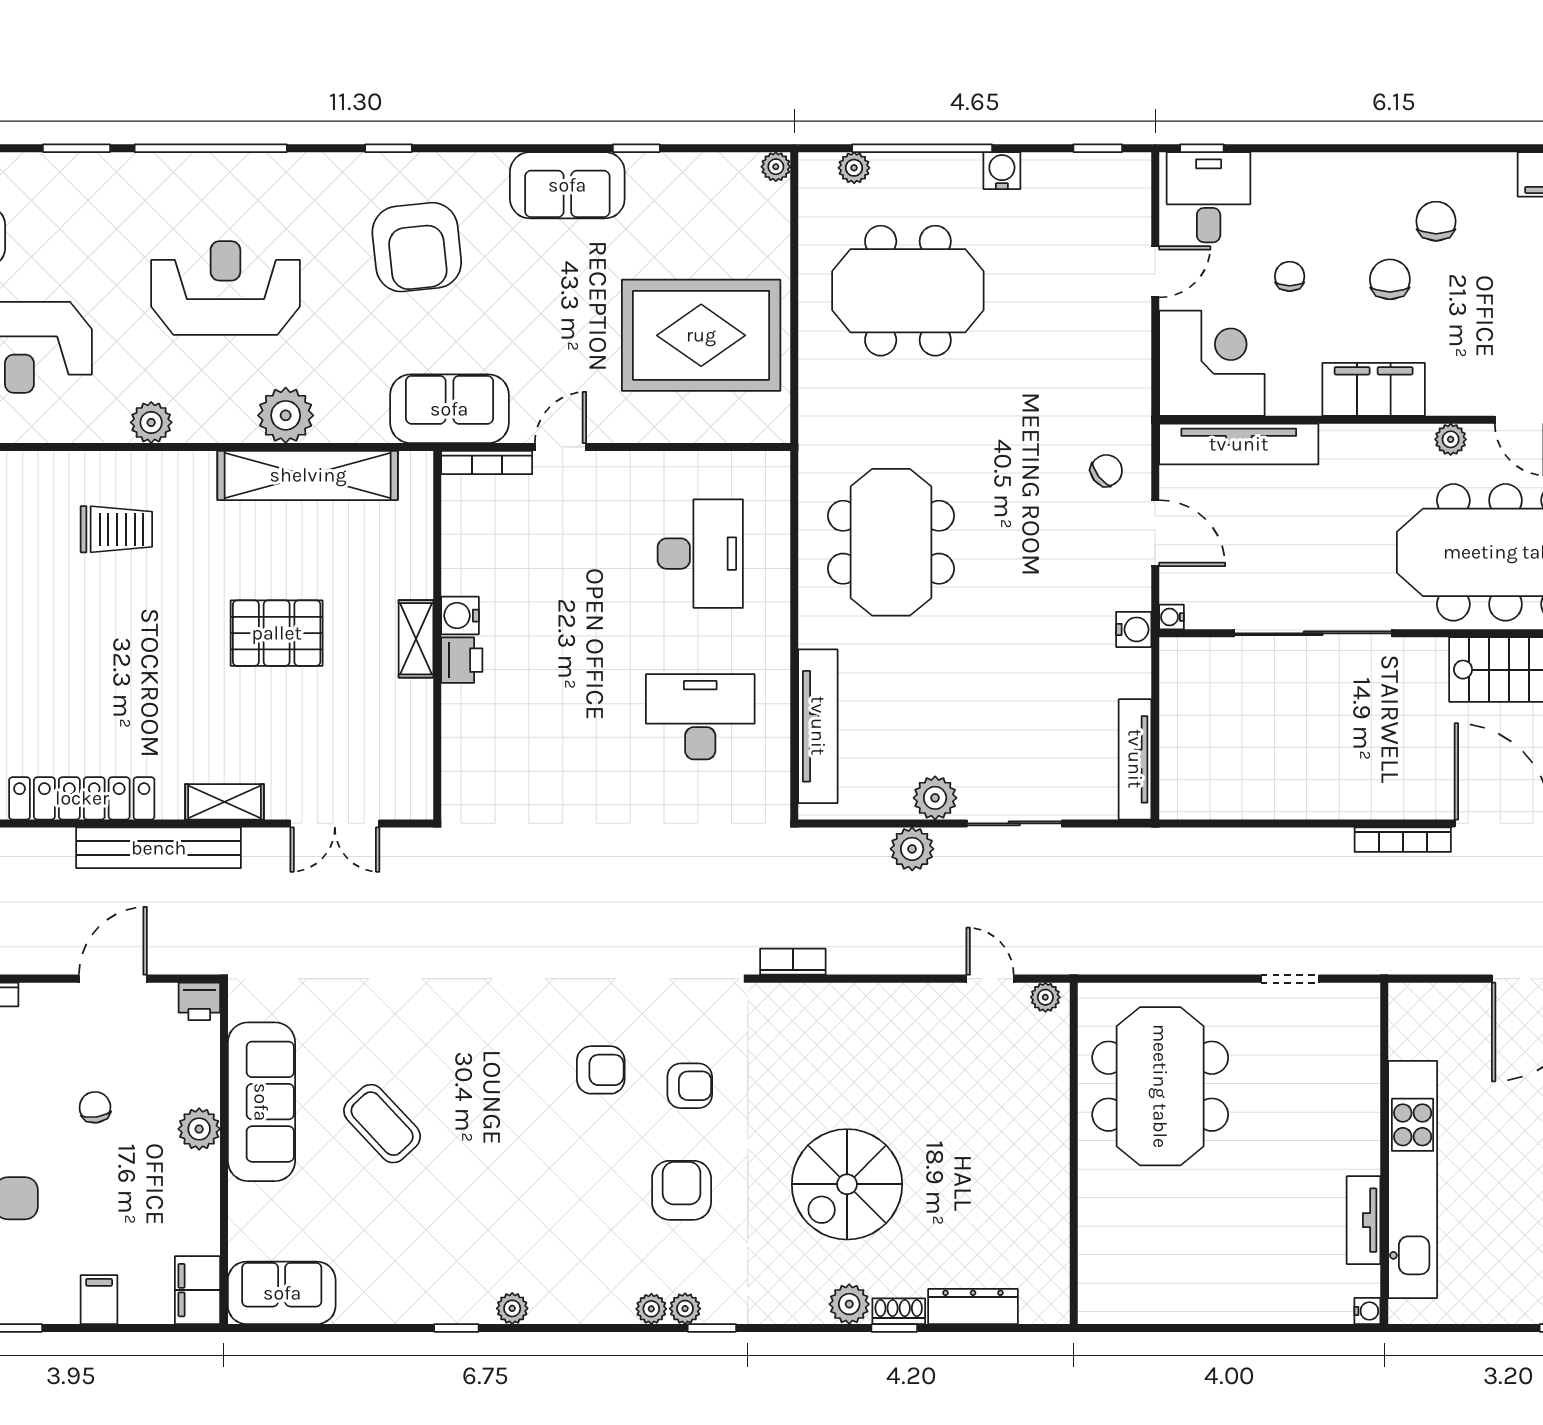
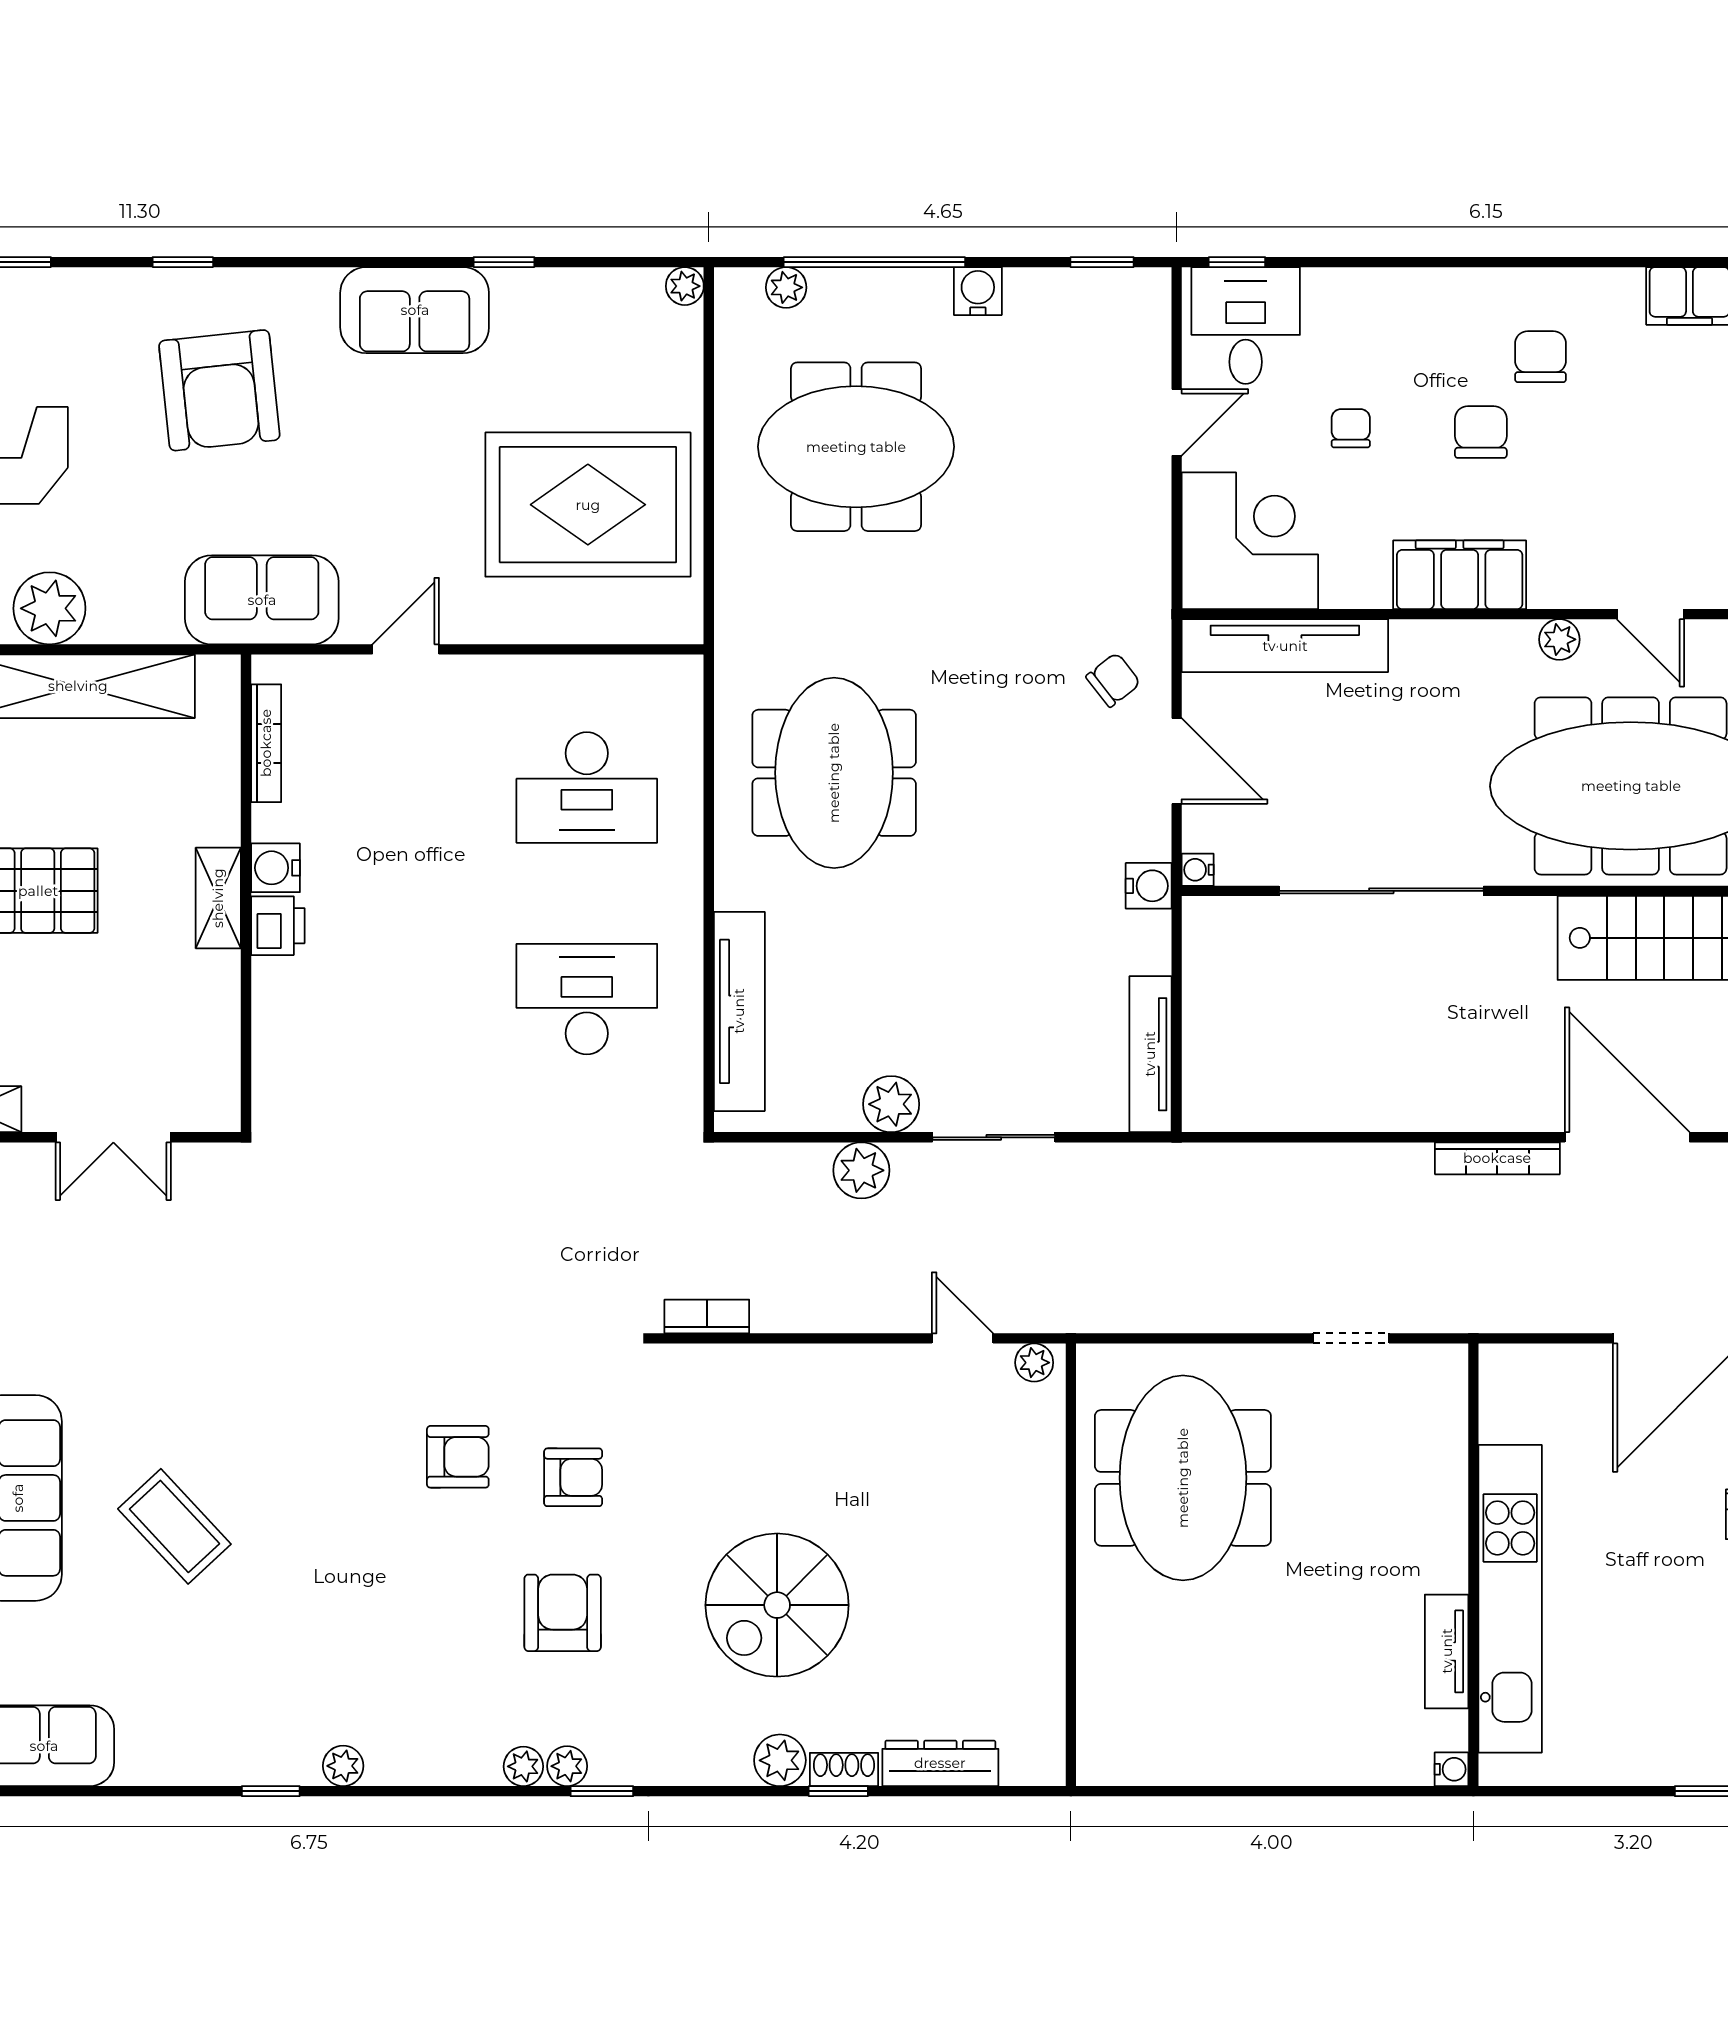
bookcase: (487, 463) -> (266, 743), moved, turned -90
desk: (700, 554) -> (587, 788), turned 90

